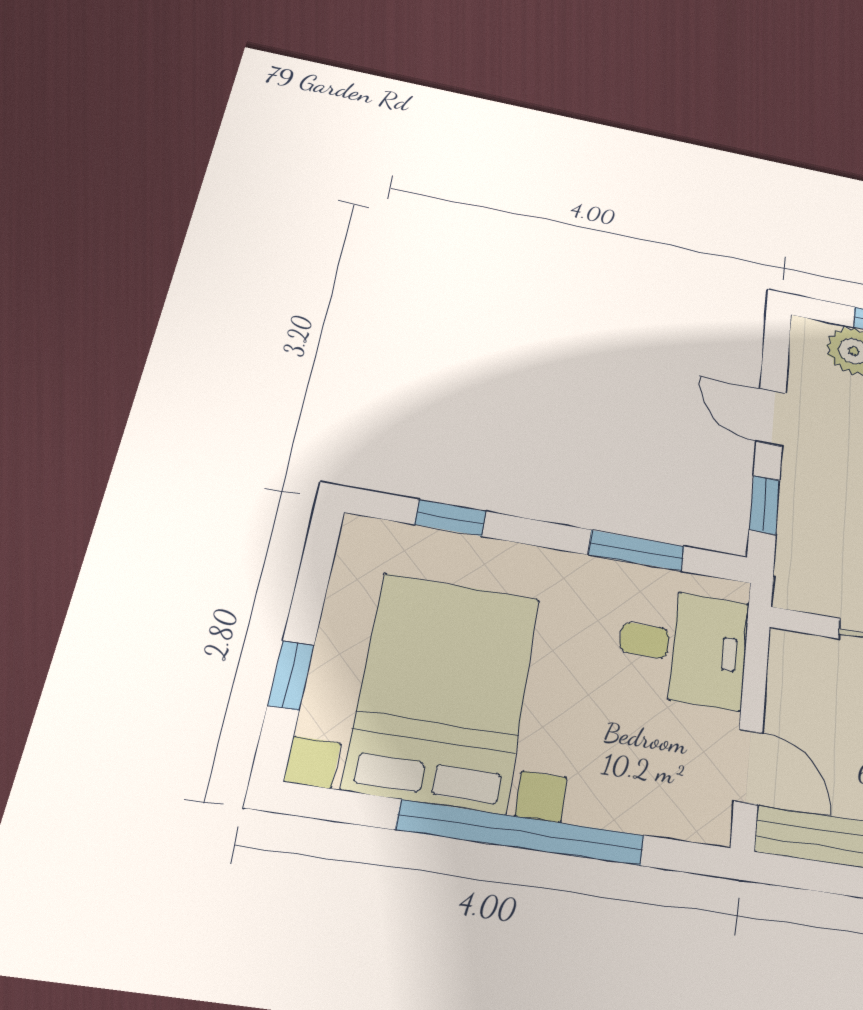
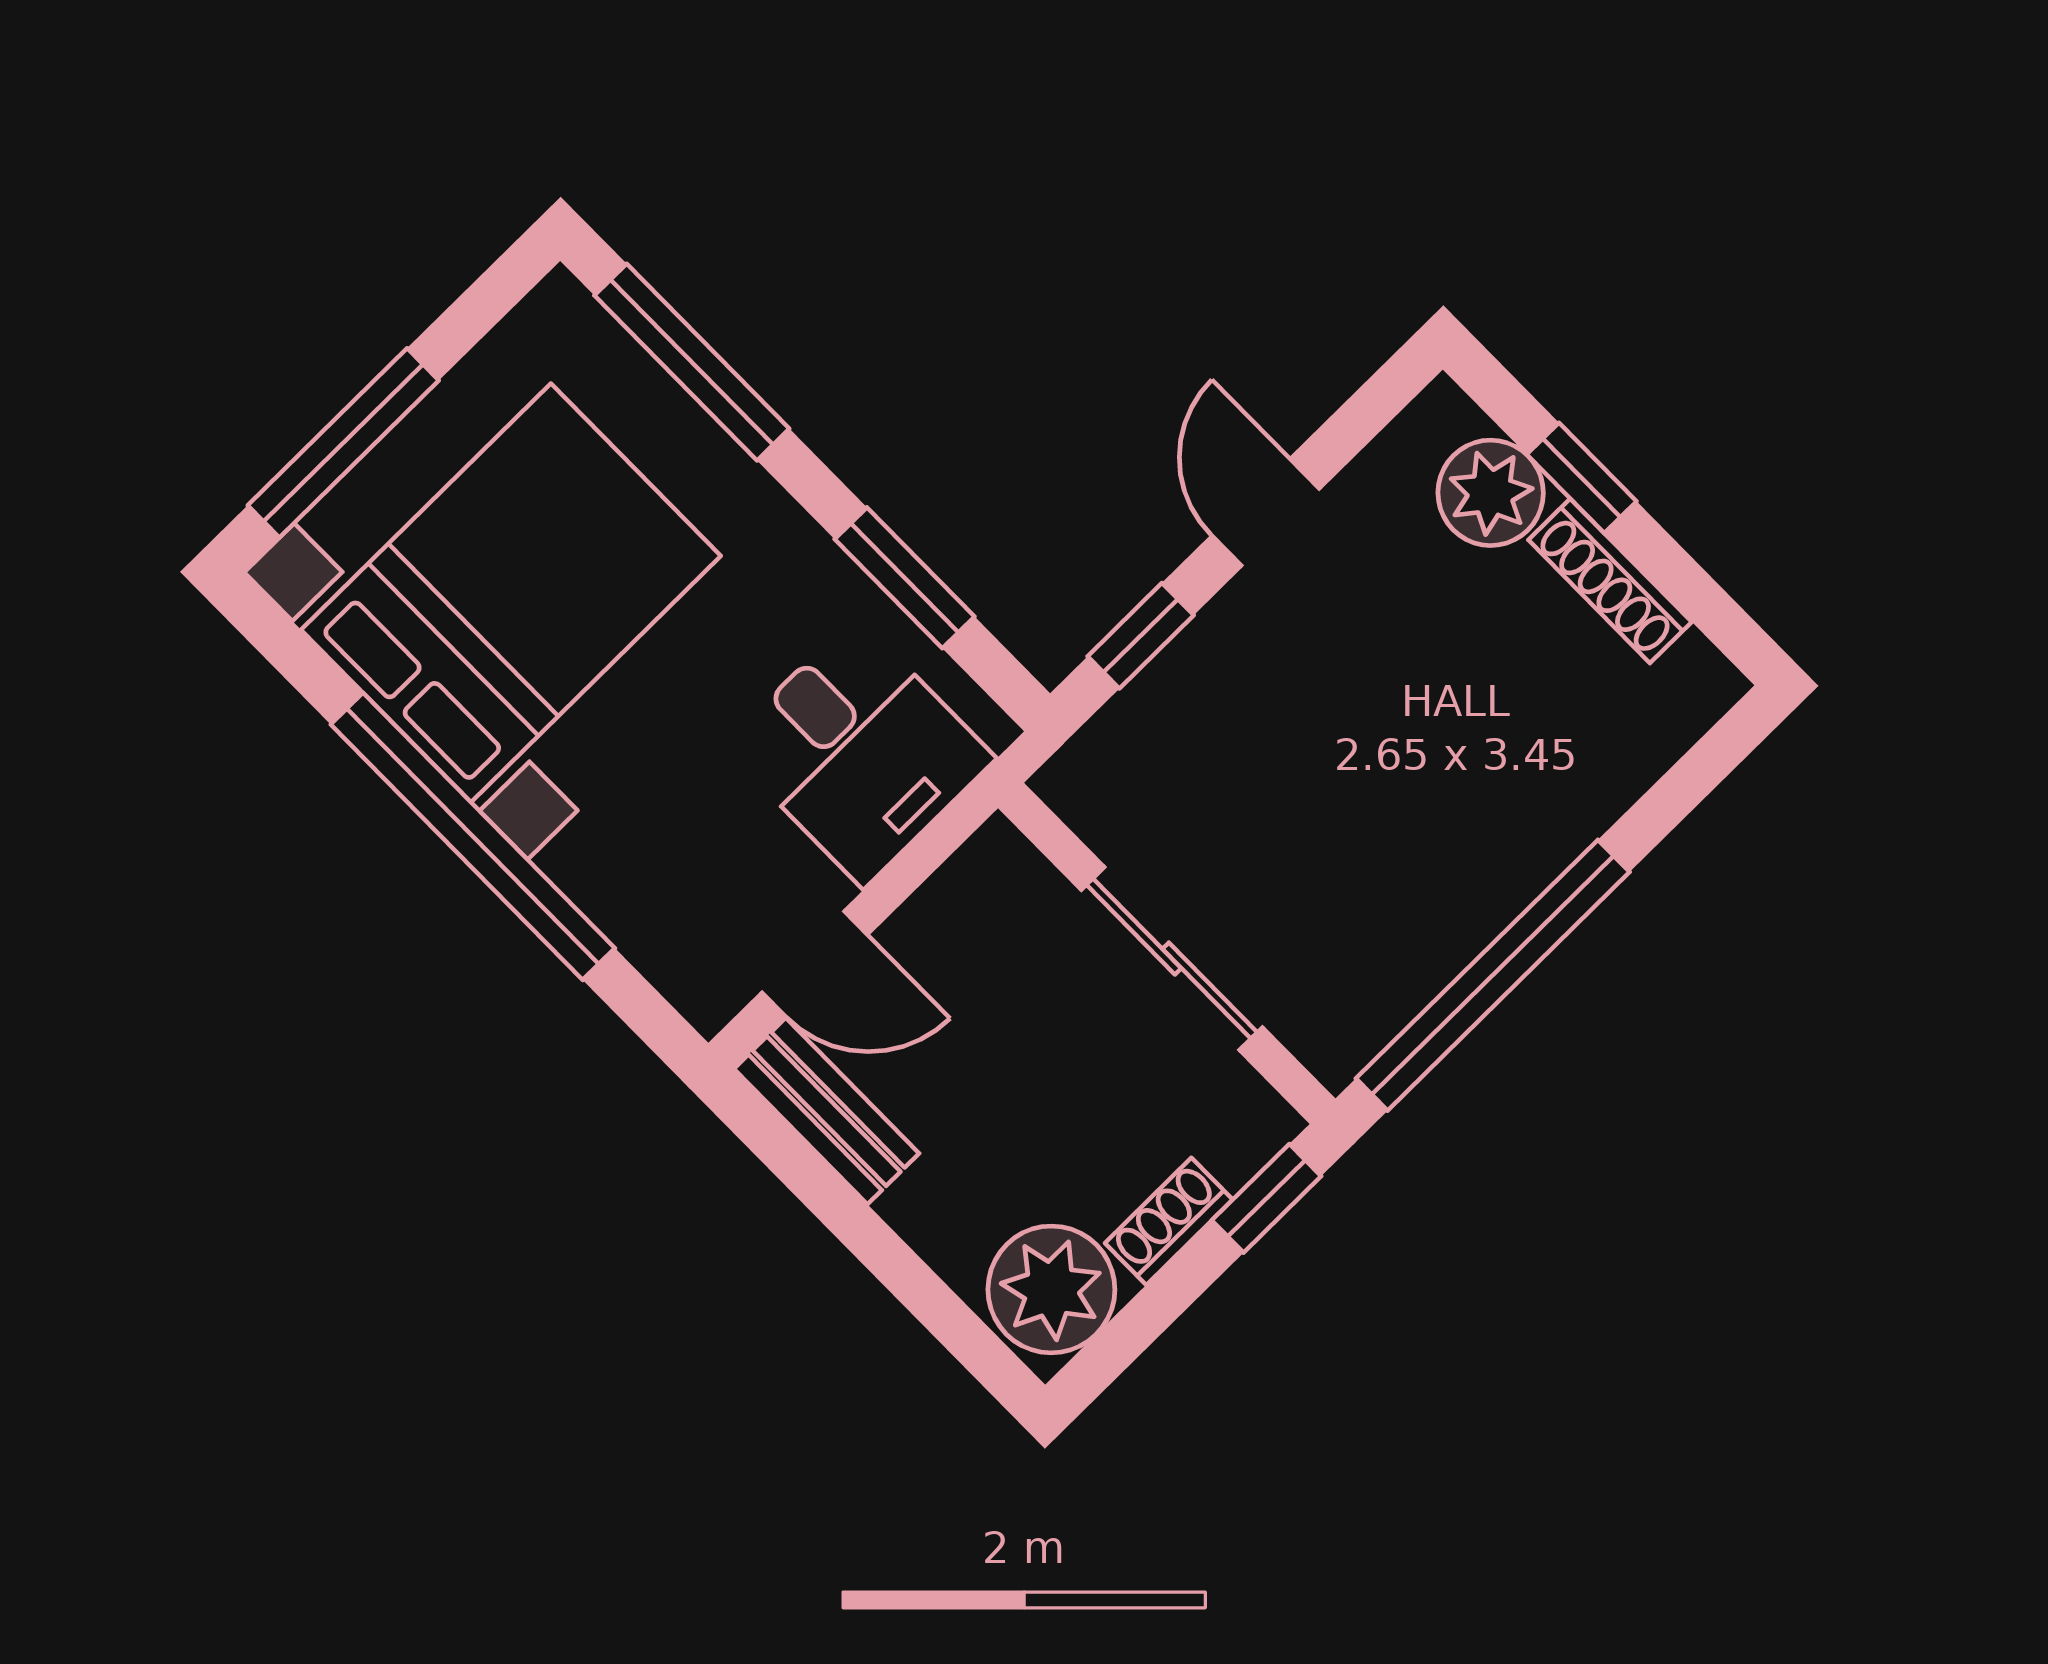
window: (450, 518) -> (692, 362), width x2.17
window: (291, 675) -> (343, 443), width x2.17
door: (748, 766) -> (815, 964), hinge flipped

